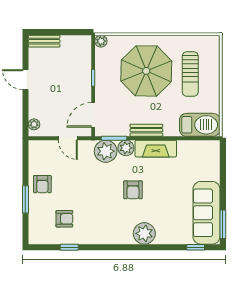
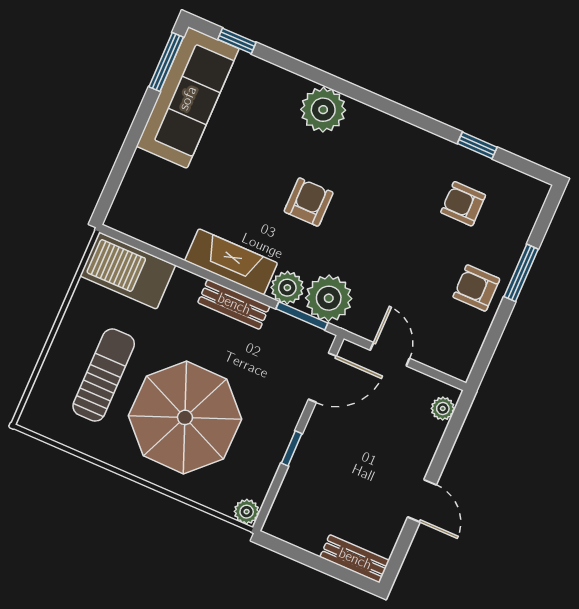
armchair: (42, 184) -> (476, 288), turned -90

